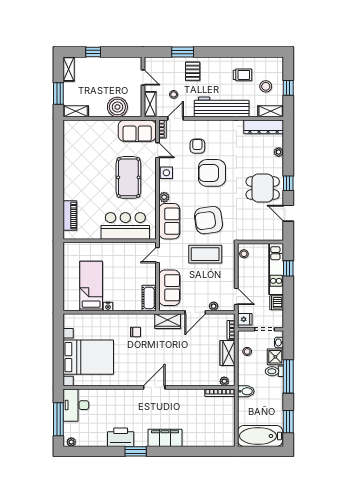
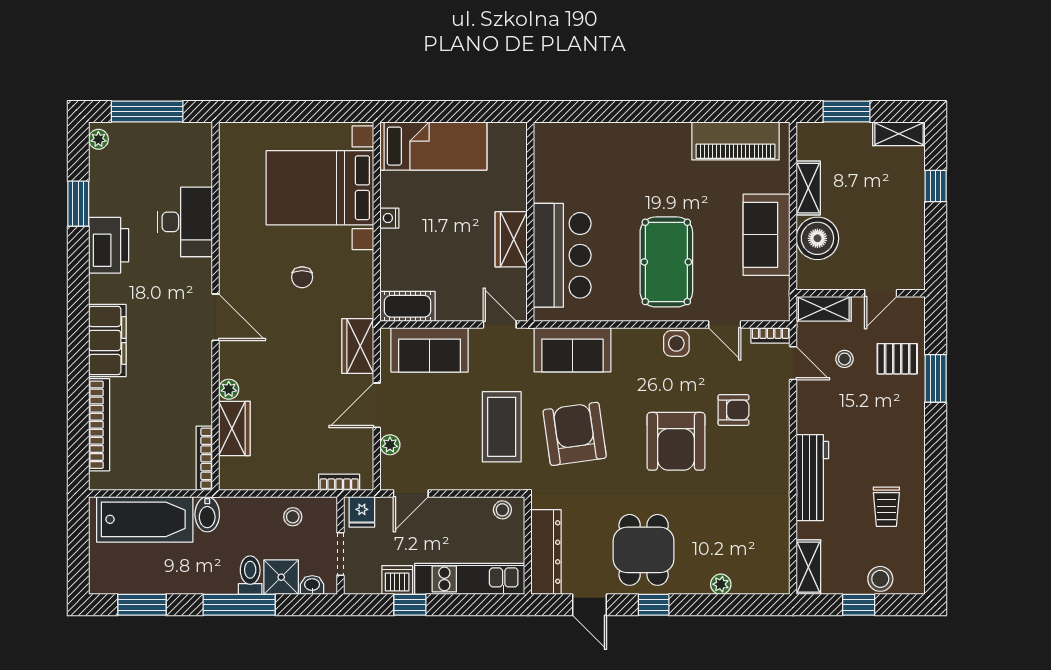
pallet: (193, 71) -> (897, 359), moved
stool: (266, 86) -> (880, 579), moved
workbench: (222, 107) -> (812, 478), width x0.73, depth x0.76
shelving: (76, 111) -> (808, 188), moved
dresser: (264, 127) -> (546, 552), moved, turned 180
sofa: (137, 131) -> (766, 235), moved
door: (158, 150) -> (725, 324), hinge flipped
armchair: (212, 173) -> (676, 441), turned 180
pool table: (128, 177) -> (666, 262), turned 90
plant: (164, 197) -> (624, 339), removed
door: (288, 213) -> (590, 605), swing flipped
piano: (70, 216) -> (735, 141), moved, width x1.37, depth x1.33
wardrobe: (118, 250) -> (511, 239), added
window: (288, 268) -> (410, 605), moved
bed: (91, 286) -> (433, 146), moved
door: (195, 312) -> (377, 405), hinge flipped
chair: (135, 332) -> (302, 277), moved
wardrobe: (228, 353) -> (234, 428), moved, turned 90
bed with nightstands: (88, 357) -> (320, 188), moved, turned 90
plant: (224, 381) -> (229, 389), moved
desk: (76, 405) -> (185, 222), moved, turned 90
bathtub: (260, 436) -> (145, 519), moved, turned 90
bookcase: (204, 442) -> (99, 425), added
window: (136, 451) -> (78, 204), moved

